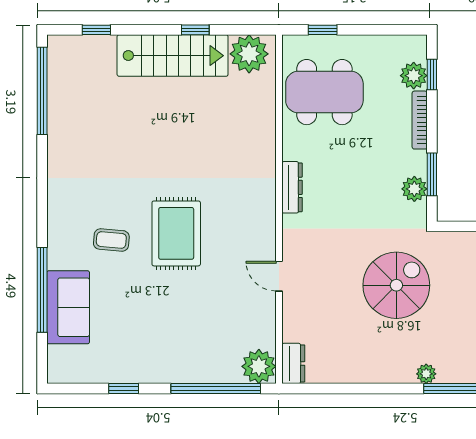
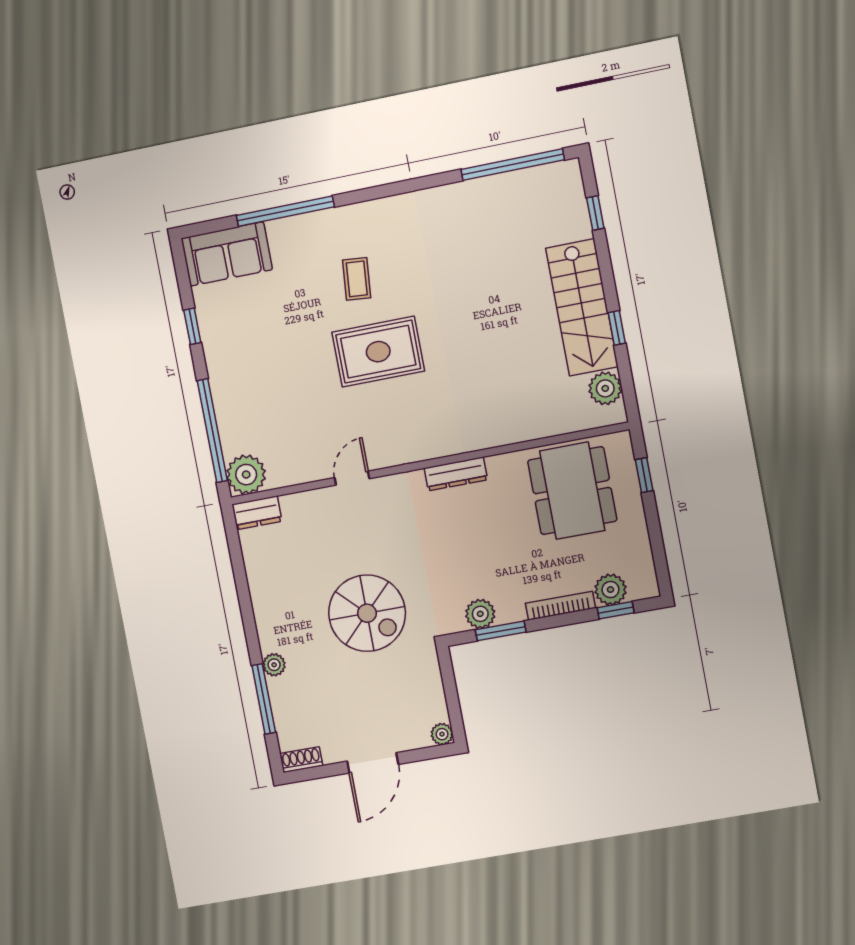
plant: (249, 54) -> (605, 388), width x0.73, depth x0.73
sofa: (68, 307) -> (227, 254), moved

